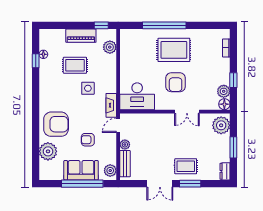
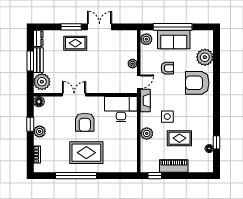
window: (164, 25) -> (76, 176), moved
plant: (110, 47) -> (147, 133), moved
armchair: (176, 82) -> (85, 122), turned 180
plant: (224, 91) -> (40, 131), moved
bench: (125, 164) -> (38, 60), moved

